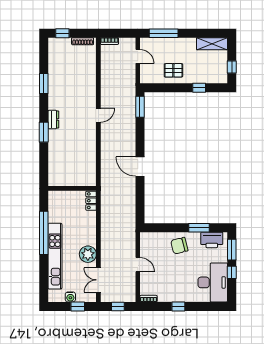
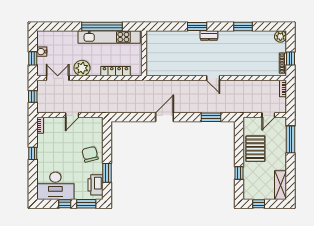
window: (62, 33) -> (290, 59), moved
plant: (54, 44) -> (280, 36), added
pallet: (173, 70) -> (255, 149), width x1.50, depth x1.42
window: (140, 107) -> (211, 117), moved
locker: (91, 201) -> (115, 71), moved, width x1.53
kitchen unit: (55, 256) -> (109, 37), moved

